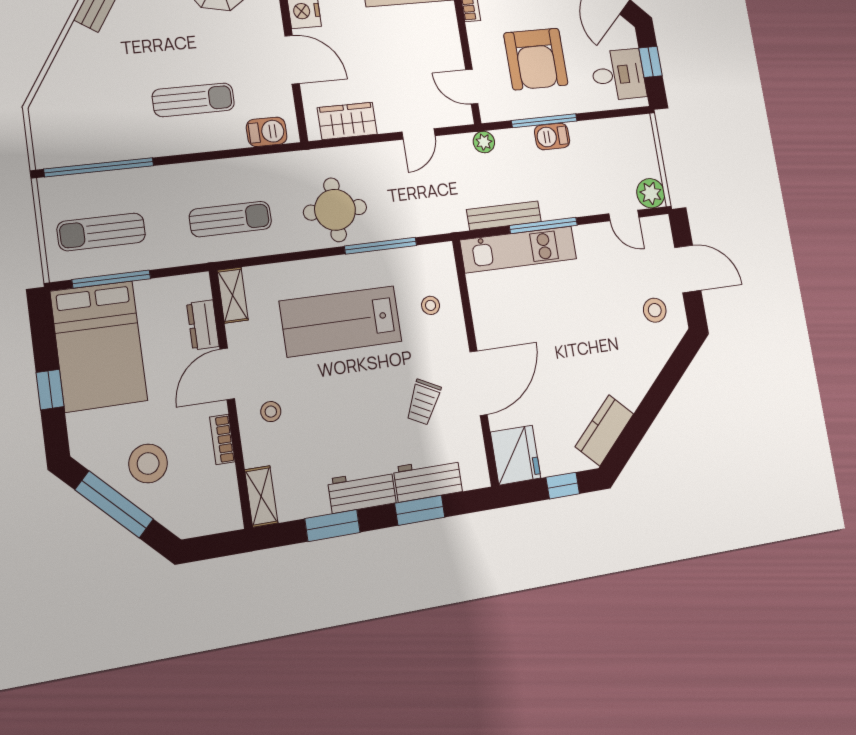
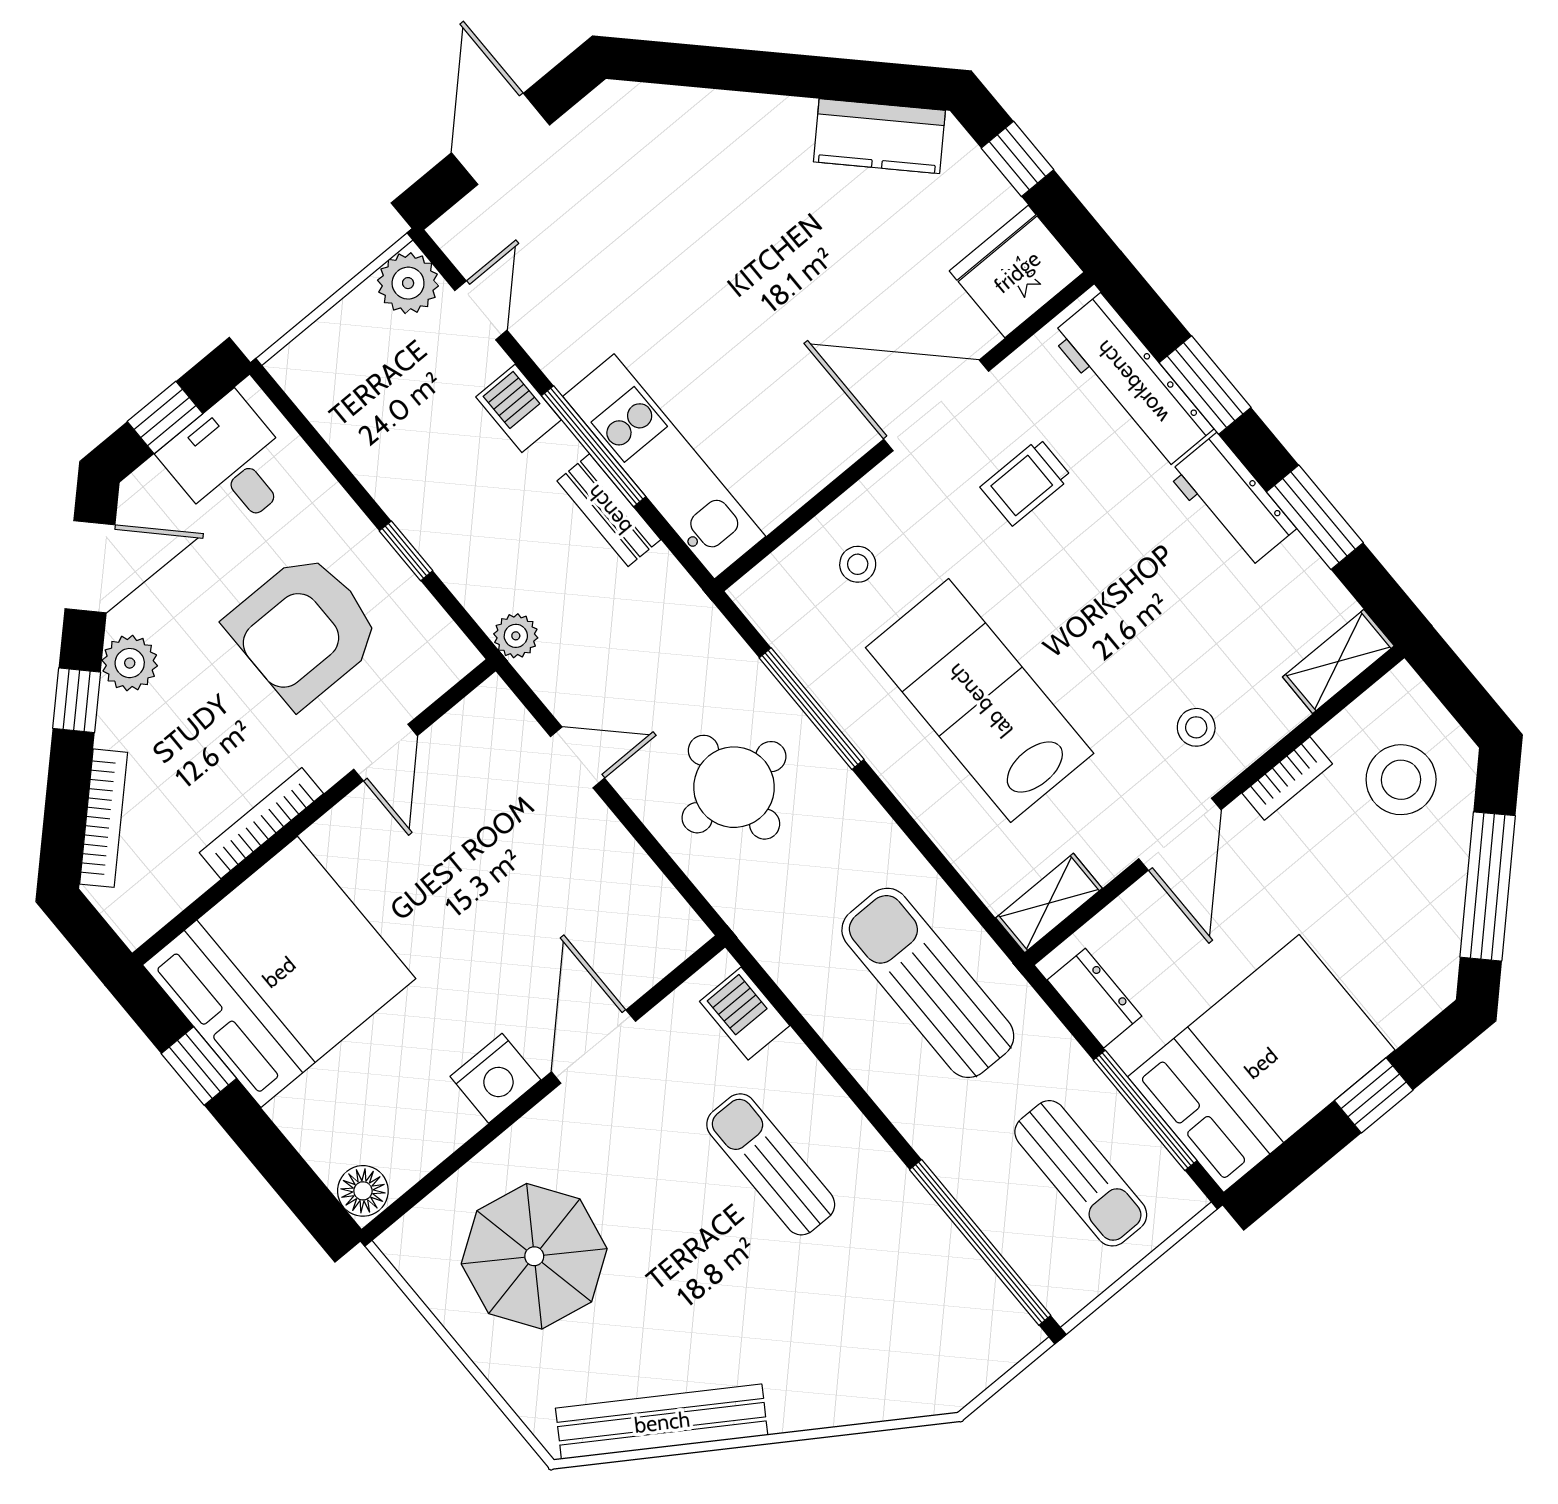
armchair: (536, 59) -> (304, 630), turned 180
door: (472, 87) -> (386, 753), moved
wardrobe: (347, 121) -> (636, 892), removed
window: (544, 121) -> (406, 551), width x0.46
barbecue: (552, 136) -> (518, 408), moved, turned 180
round table: (335, 210) -> (734, 787), moved
bench: (504, 216) -> (609, 510), width x0.73
sun lounger: (230, 219) -> (928, 983), width x1.36, depth x1.34
stool: (655, 310) -> (614, 160), removed
lab bench: (341, 321) -> (980, 701), turned 180
dresser: (203, 325) -> (1094, 998), moved, turned -90
door: (227, 374) -> (1180, 834), hinge flipped
trolley: (423, 402) -> (1026, 482), turned 153
stool: (148, 463) -> (1401, 780), moved
workbench: (428, 479) -> (1132, 382), width x1.38

